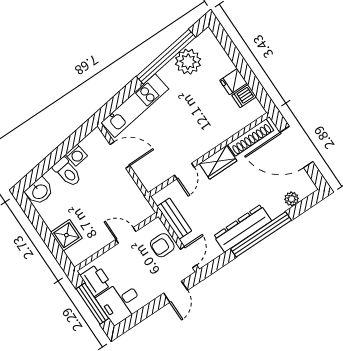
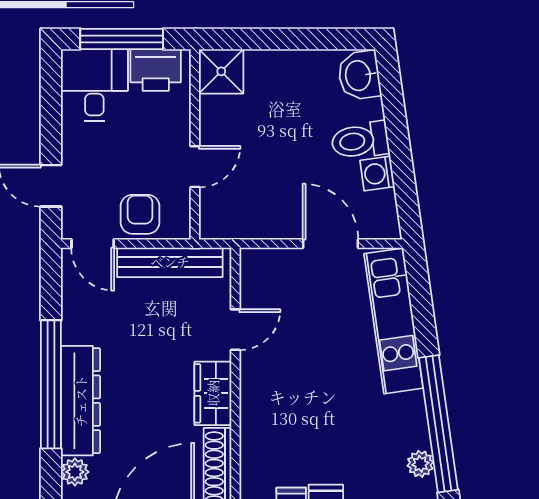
plant: (188, 62) -> (420, 464), width x0.53, depth x0.53
door: (120, 155) -> (330, 244), swing flipped
door: (184, 171) -> (235, 330), swing flipped
bench: (174, 219) -> (170, 262), width x1.36
dresser: (243, 228) -> (81, 401), moved
shower: (66, 235) -> (221, 71), moved

